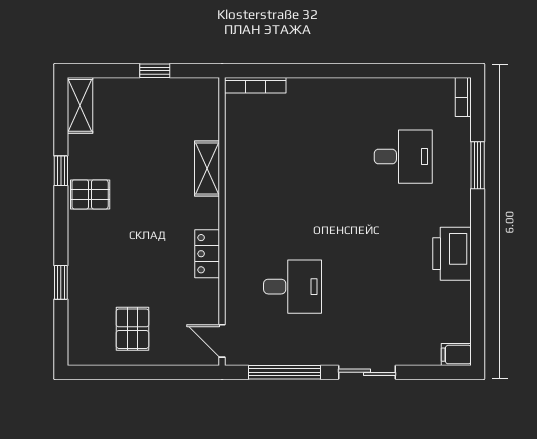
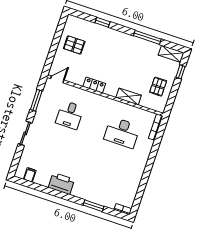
window: (155, 71) -> (181, 72), moved
desk: (403, 157) -> (122, 132), moved, width x1.37
window: (61, 171) -> (147, 37), width x2.17
pallet: (90, 194) -> (158, 87), moved
filing cabinet: (456, 355) -> (30, 175), moved
window: (284, 372) -> (36, 100), width x0.69

